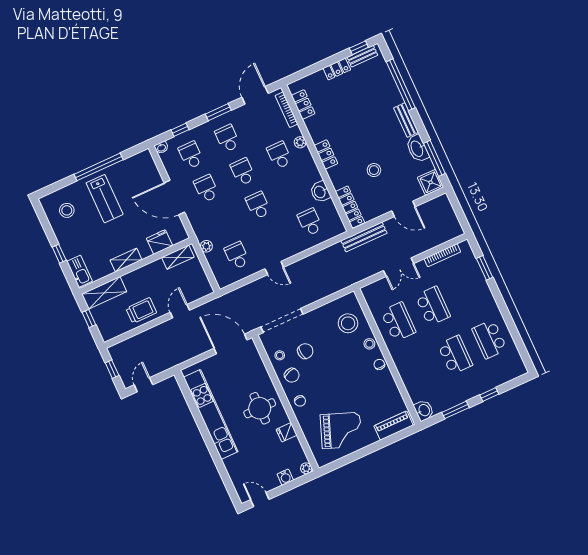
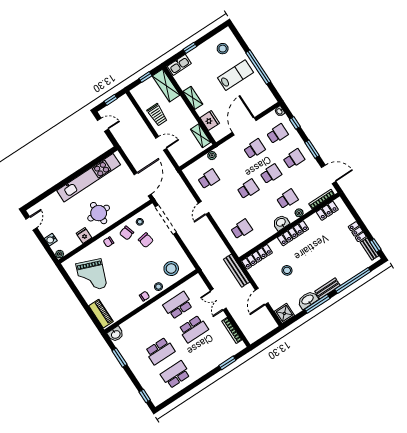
locker: (326, 154) -> (293, 233), width x1.53
window: (434, 158) -> (317, 304), moved
washbasin: (320, 192) -> (281, 223), moved
lab bench: (105, 199) -> (236, 75), turned 180
school desk: (398, 322) -> (178, 305), turned 180
window: (489, 395) -> (145, 396), moved

